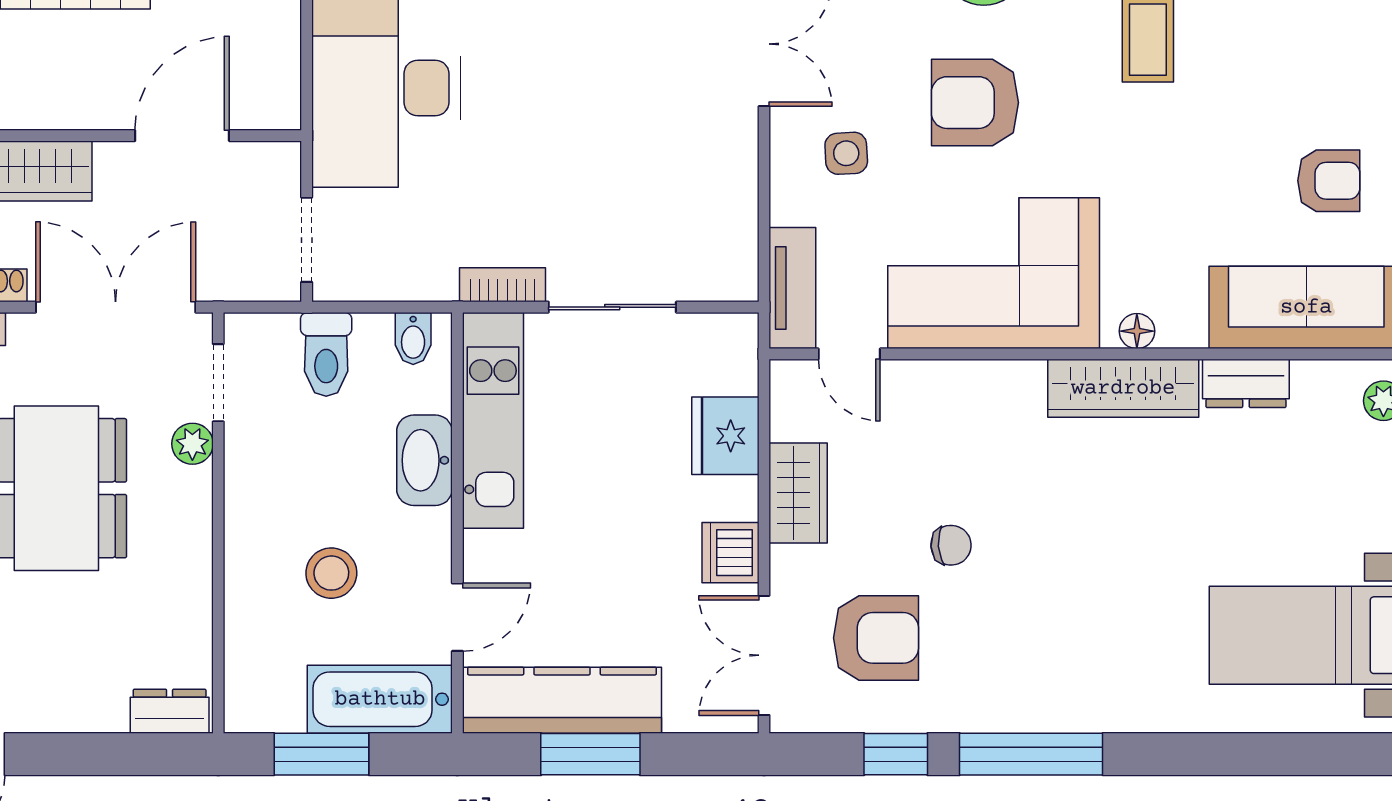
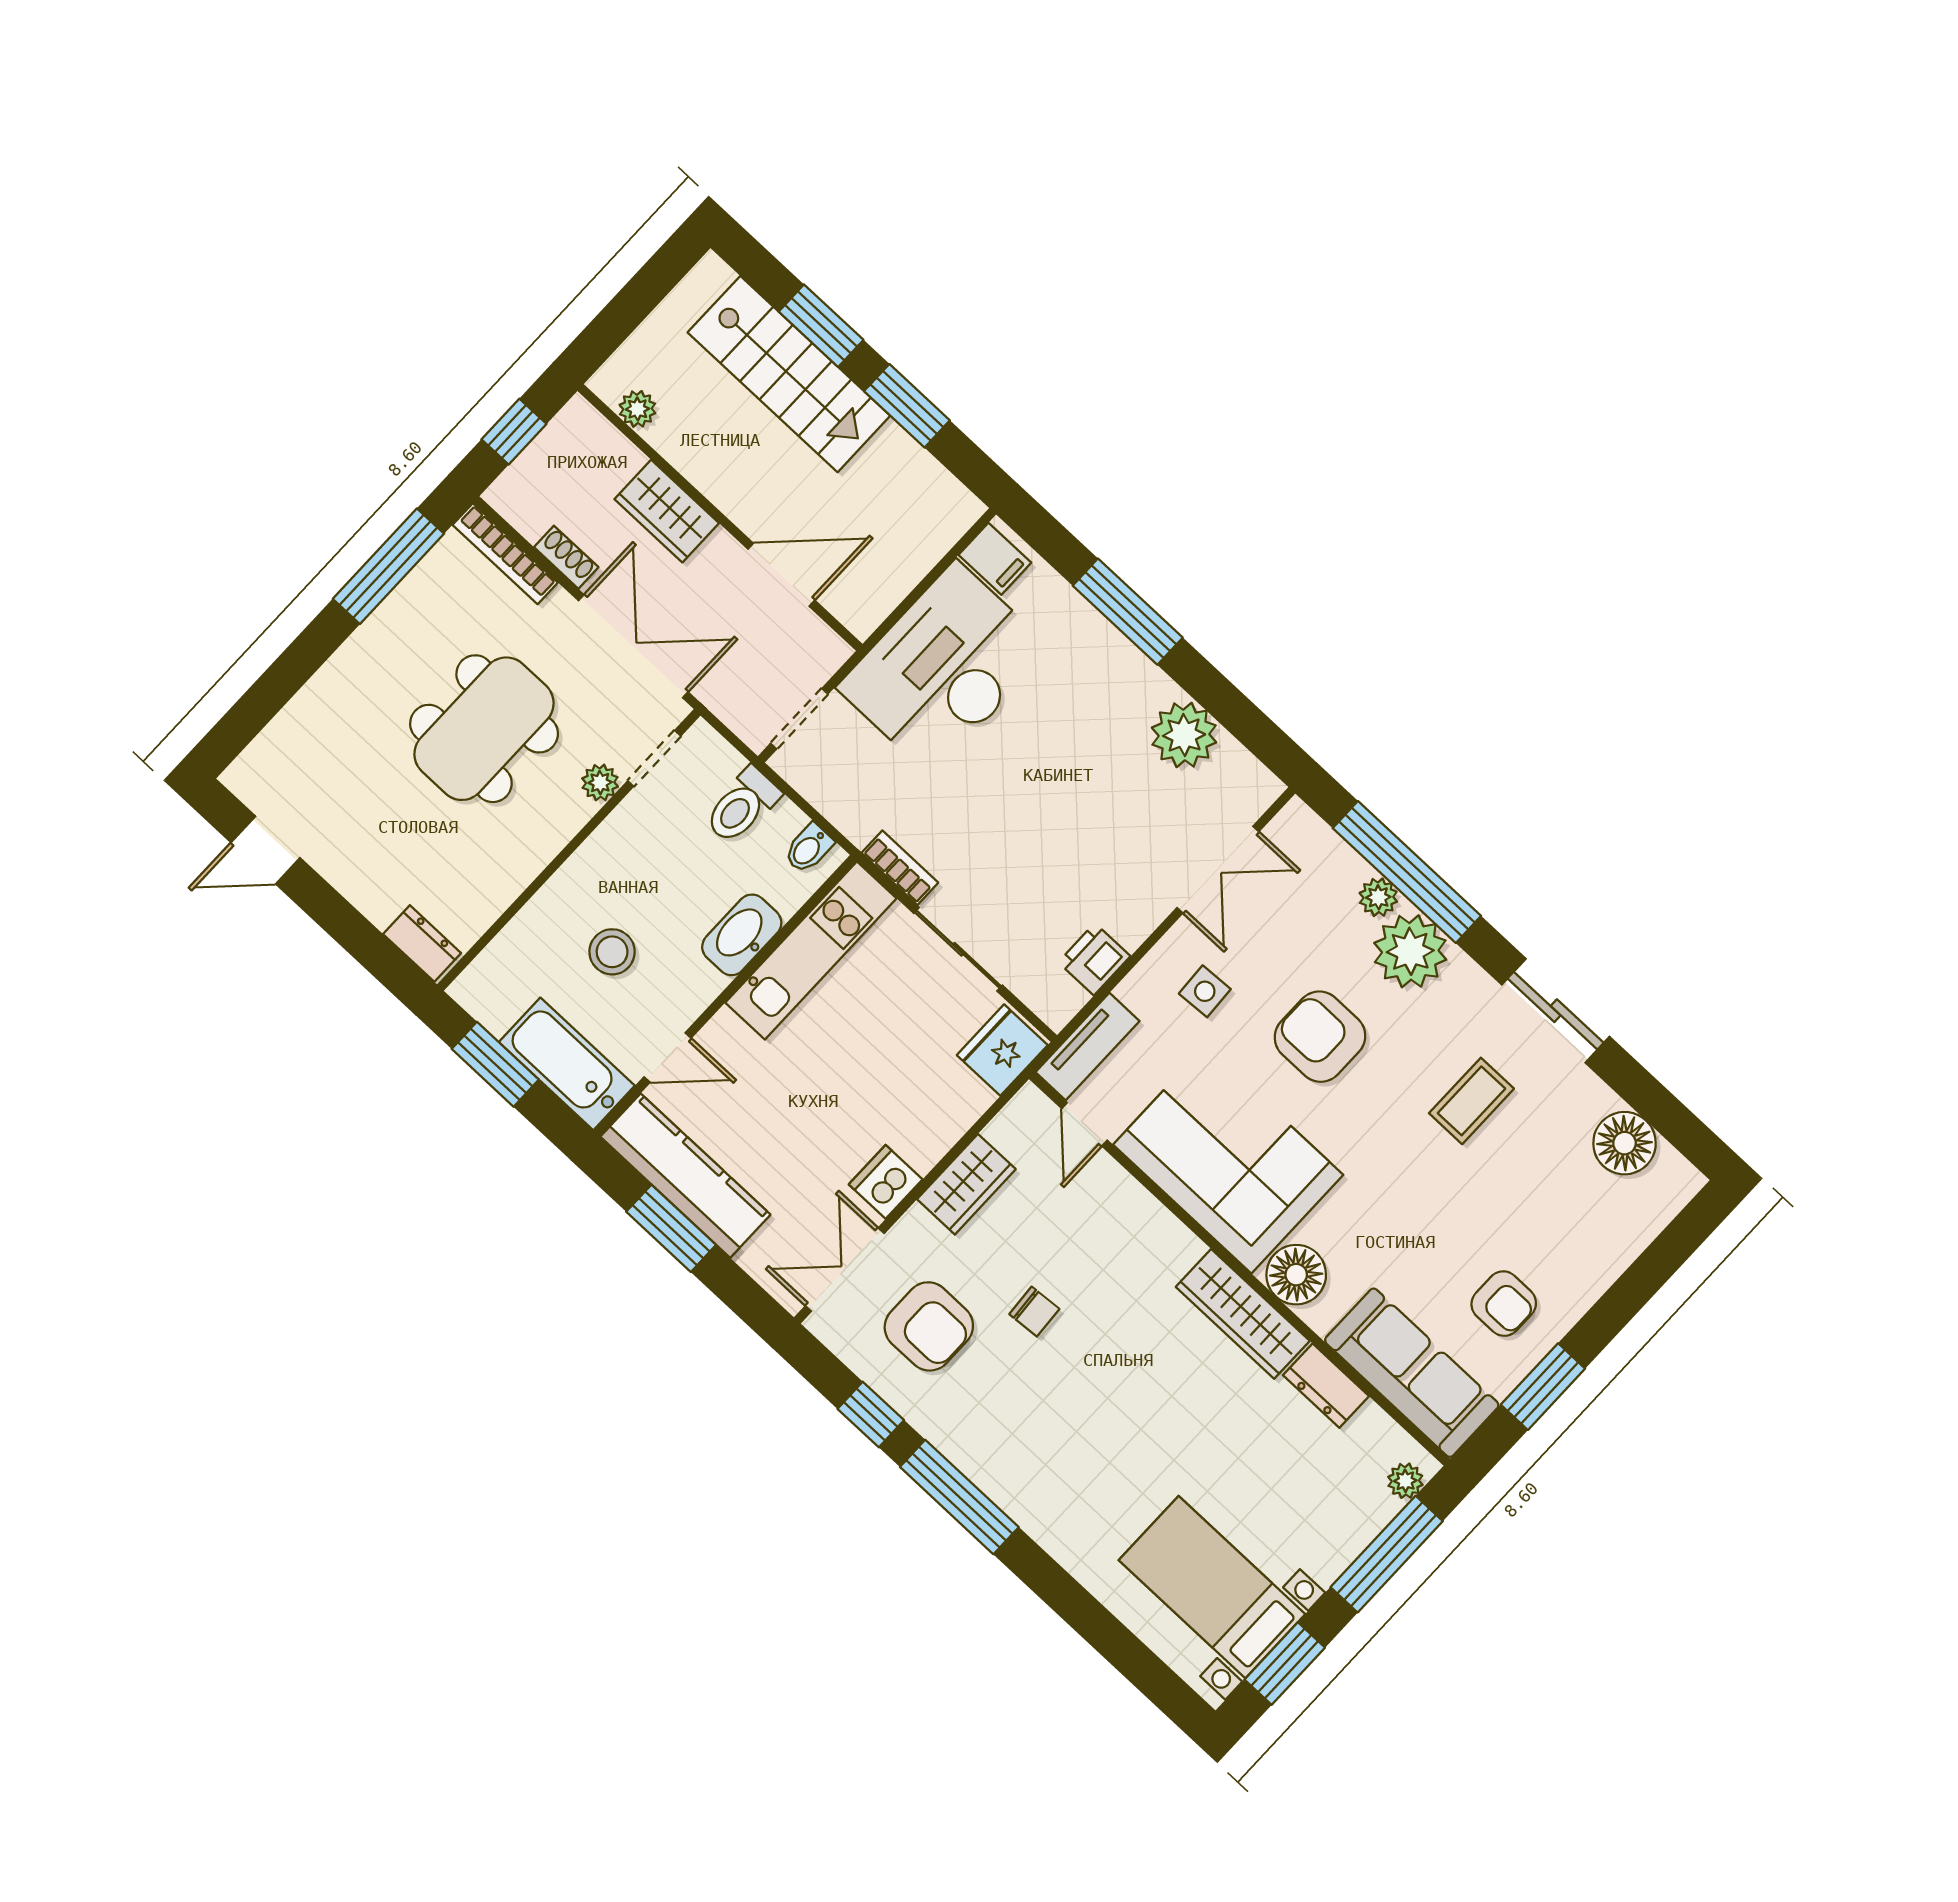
printer: (731, 211) -> (1094, 959), added
floor lamp: (1137, 331) -> (1296, 1275), width x1.89, depth x1.89
fridge: (725, 436) -> (1002, 1050), moved

